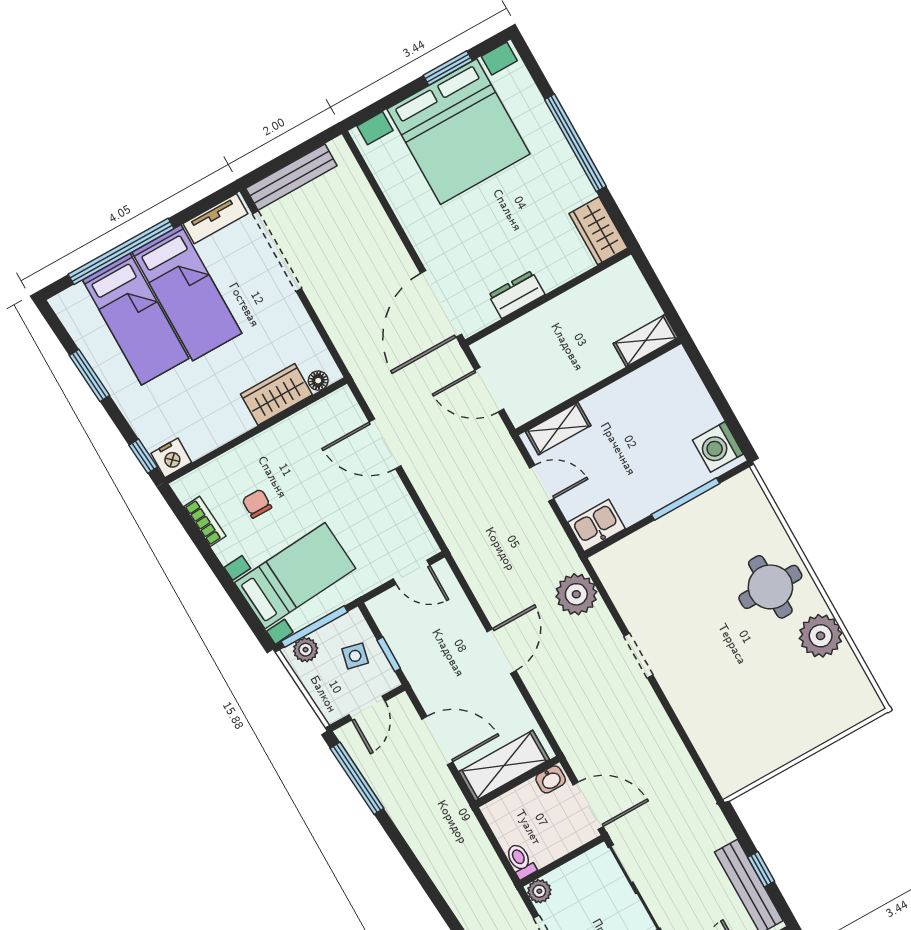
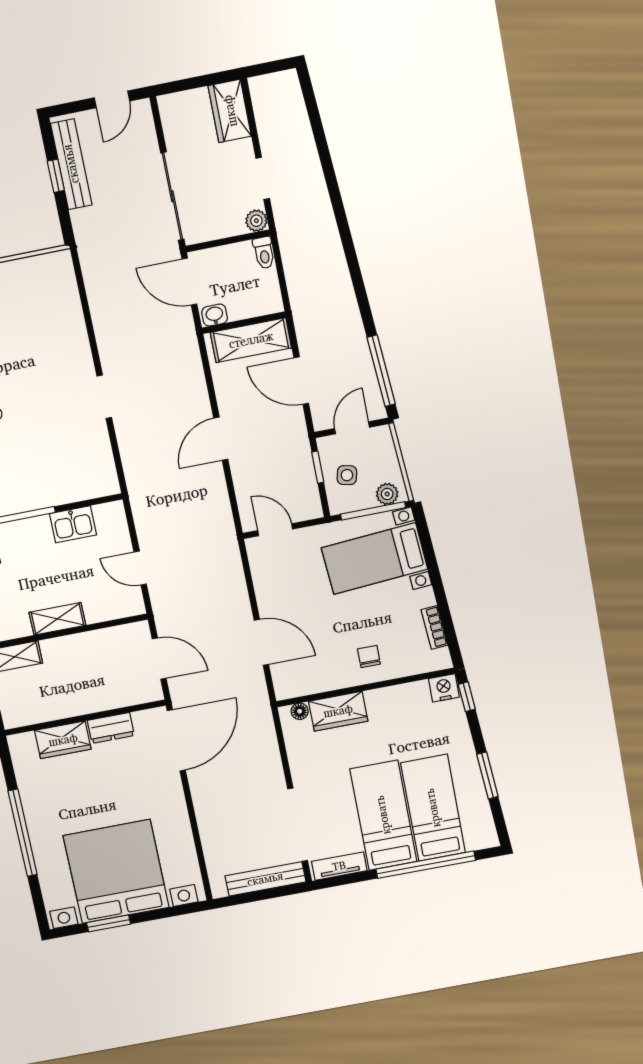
wardrobe: (598, 231) -> (63, 740), moved, turned 90
shelving: (558, 429) -> (57, 619), moved
chair: (257, 504) -> (369, 657), moved, turned 180
kitchen sink: (596, 525) -> (73, 524), moved
plant: (576, 594) -> (141, 466), removed

